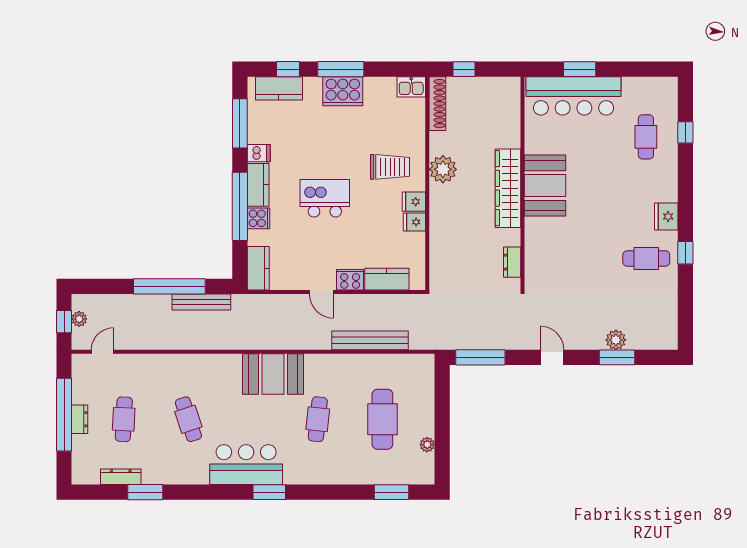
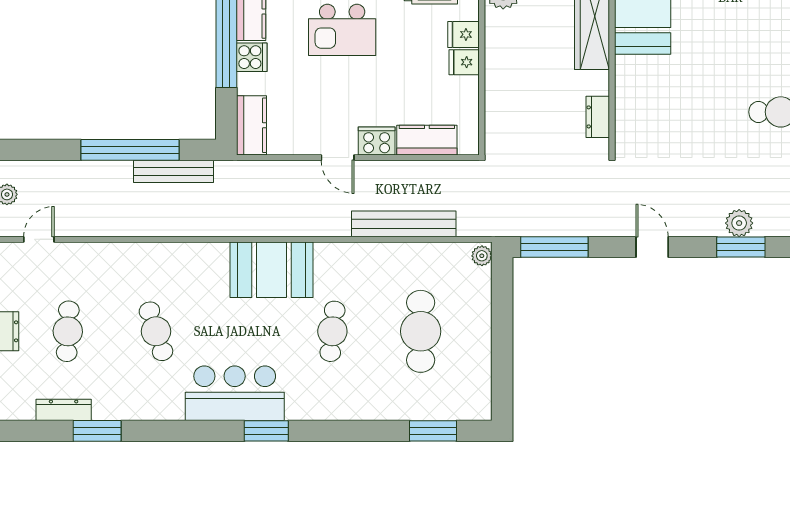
kitchen island: (325, 198) -> (342, 30), turned 180
plant: (427, 445) -> (482, 256), moved

